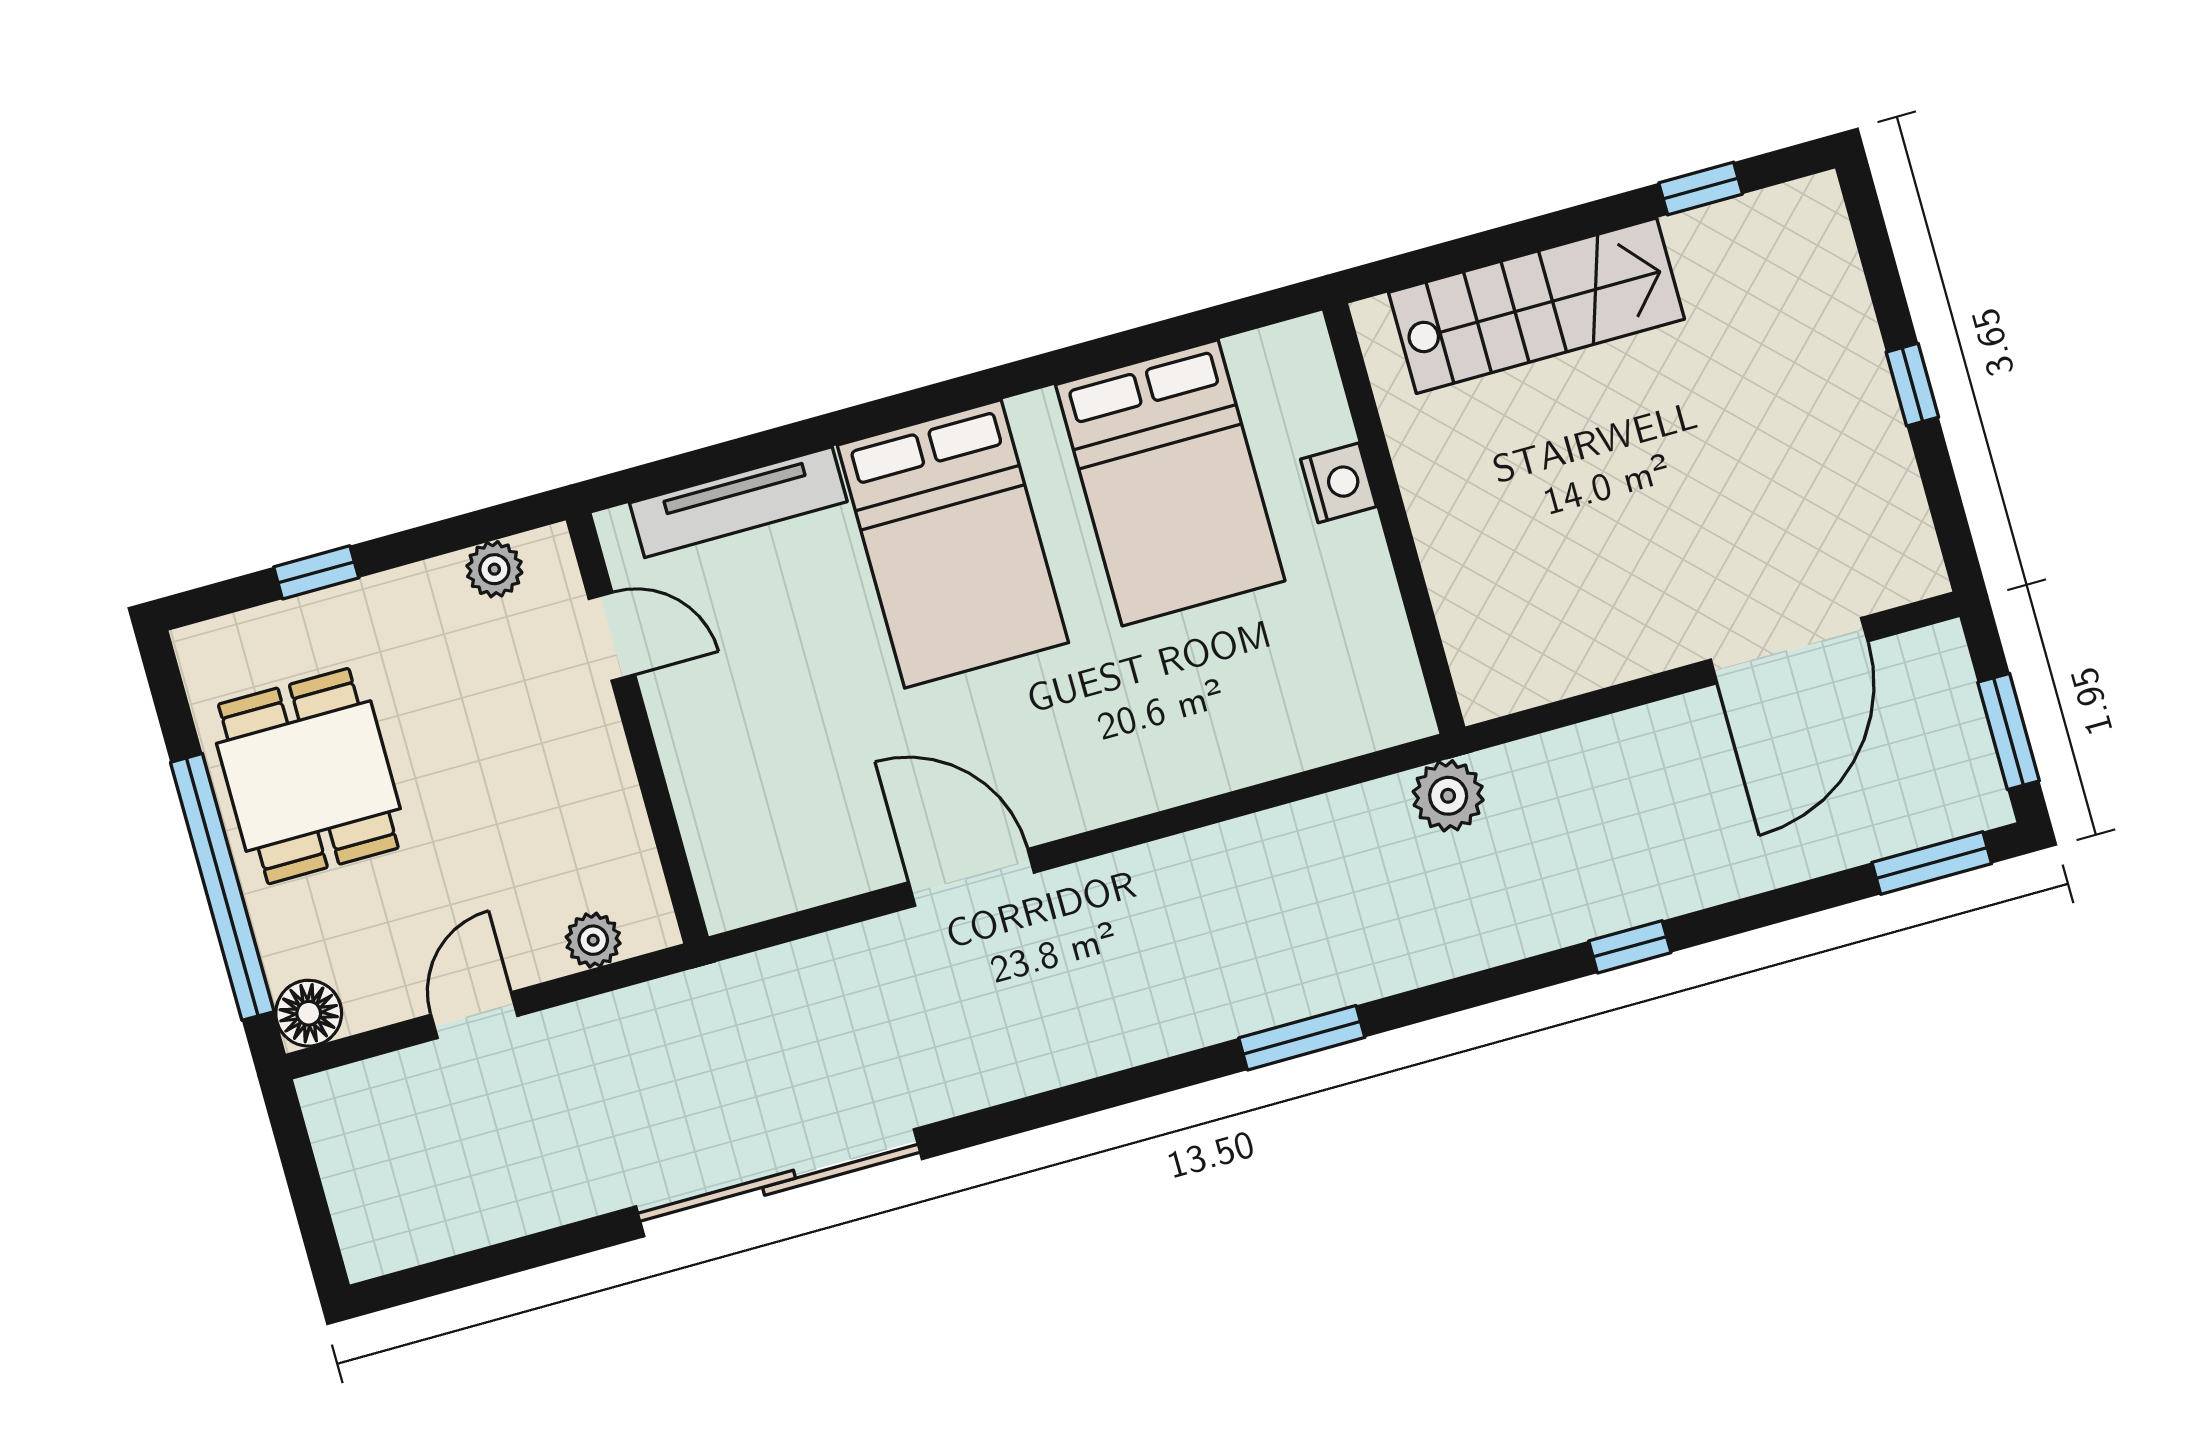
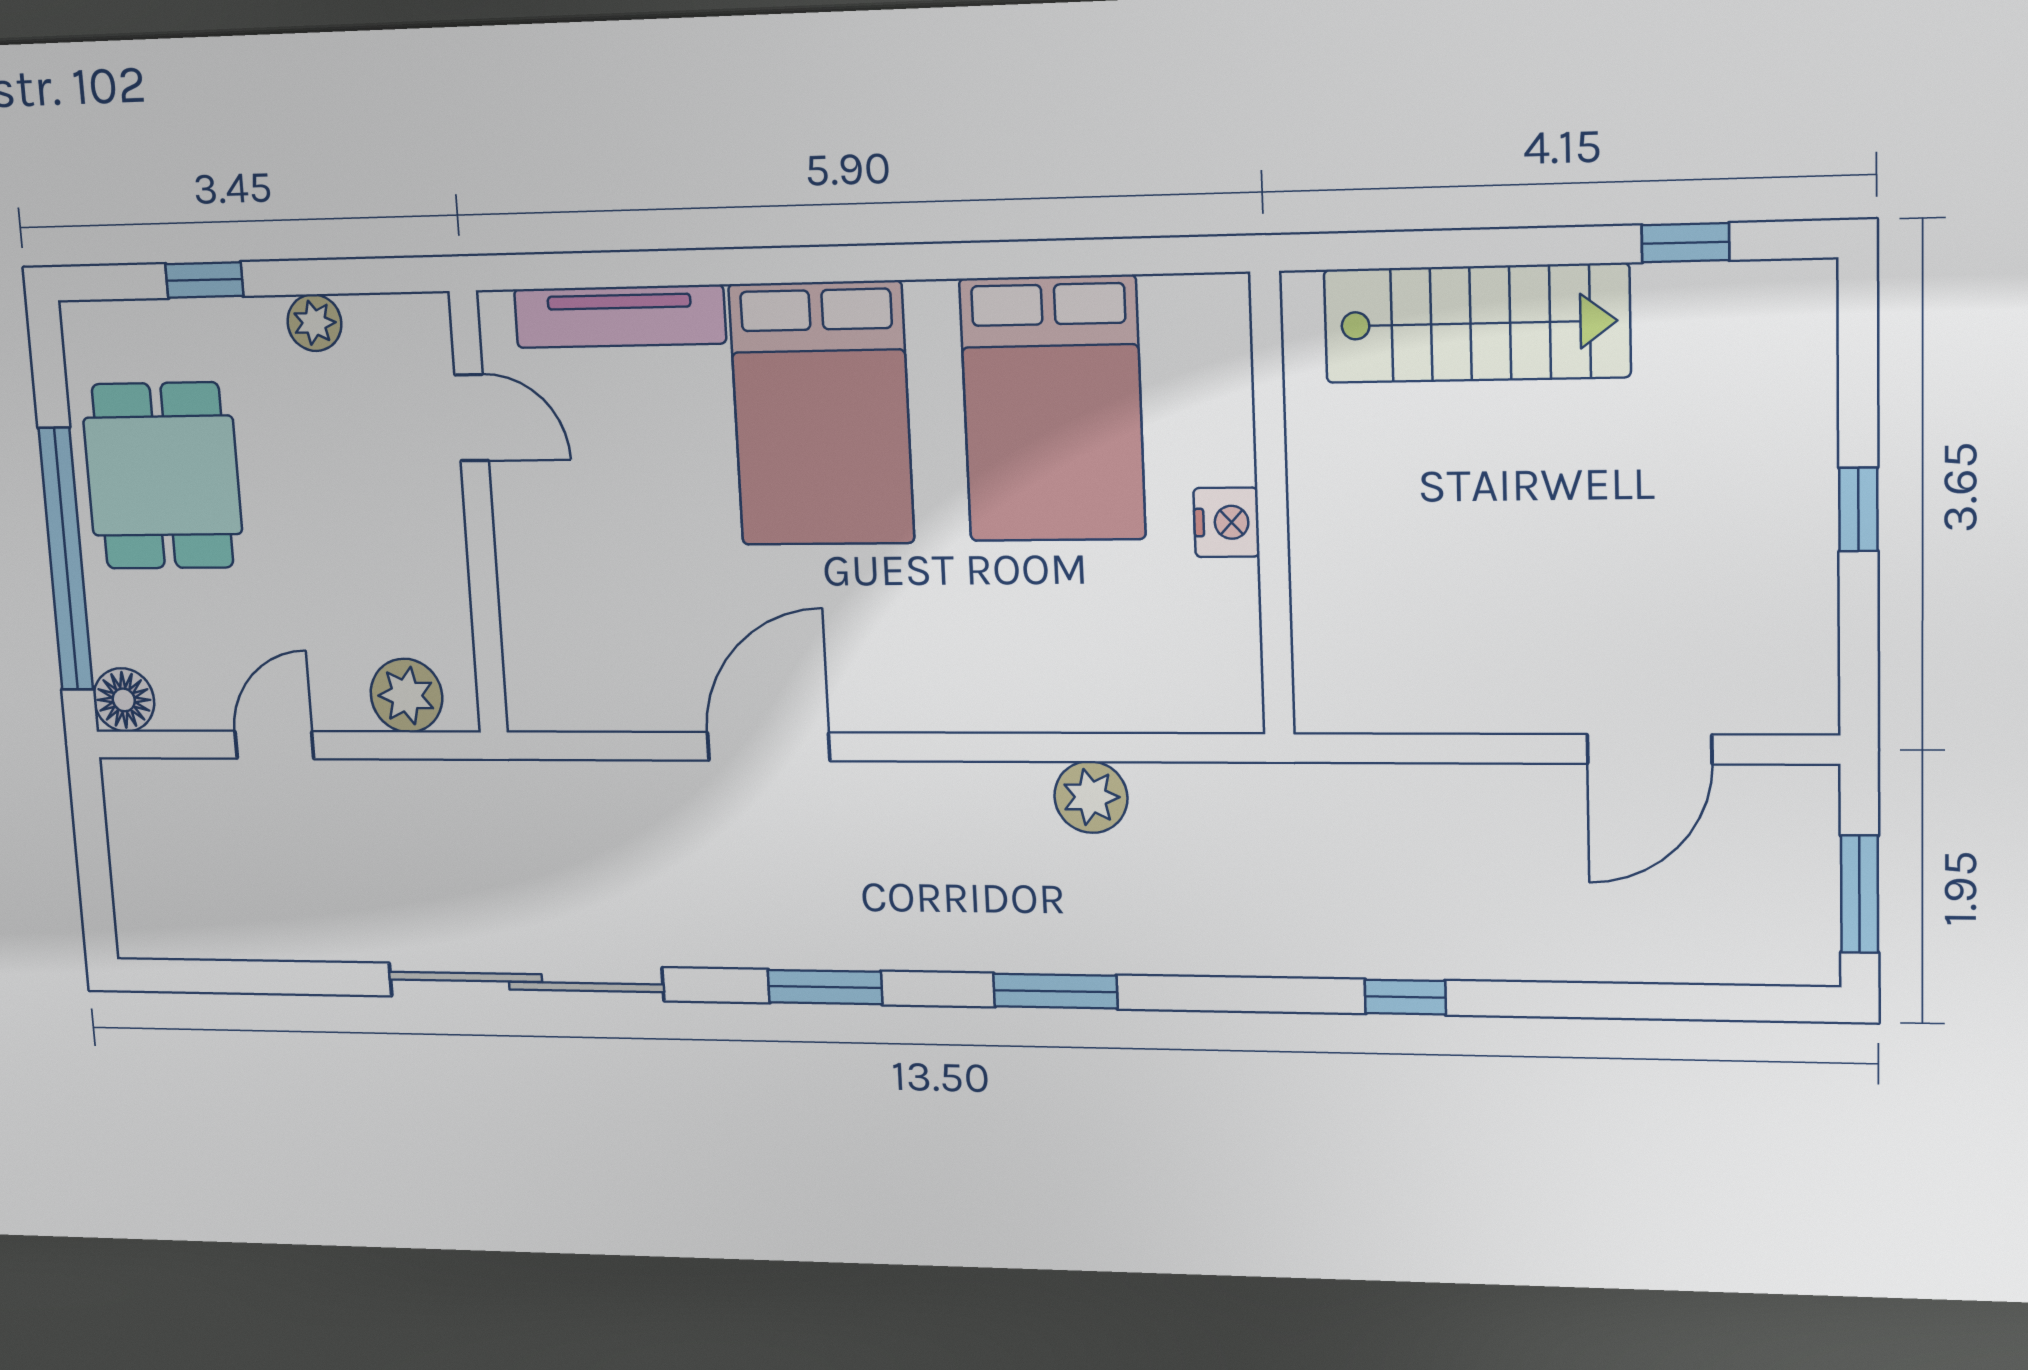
nightstand: (1339, 483) -> (1226, 522), moved
plant: (494, 569) -> (314, 323), moved
door: (1789, 651) -> (1649, 749), width x0.73
plant: (1448, 796) -> (1091, 797), moved
window: (1932, 863) -> (825, 987), moved
door: (971, 877) -> (769, 746), hinge flipped
plant: (593, 940) -> (406, 696), width x1.38, depth x1.38

